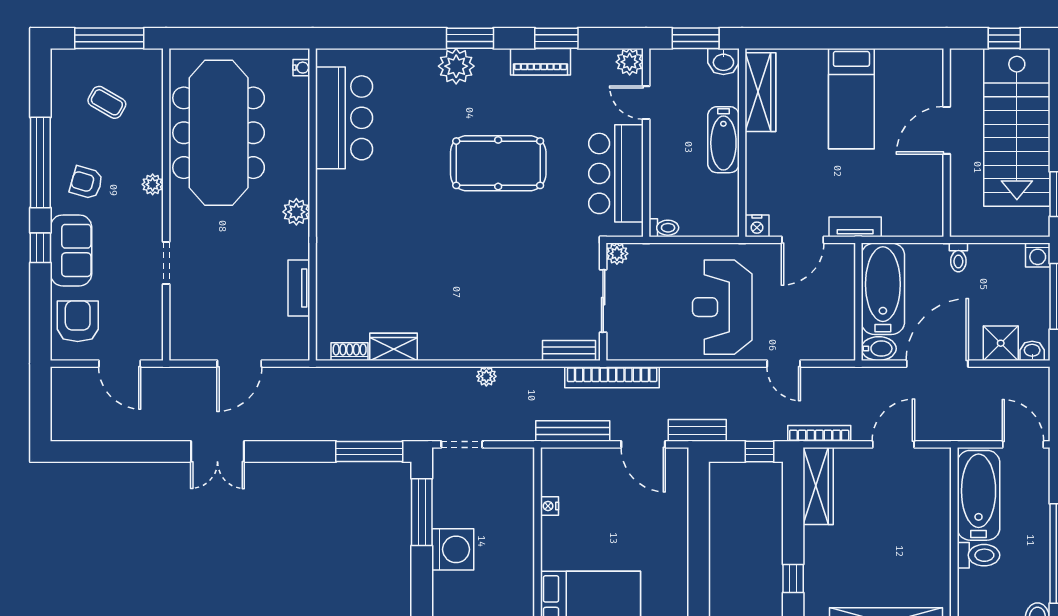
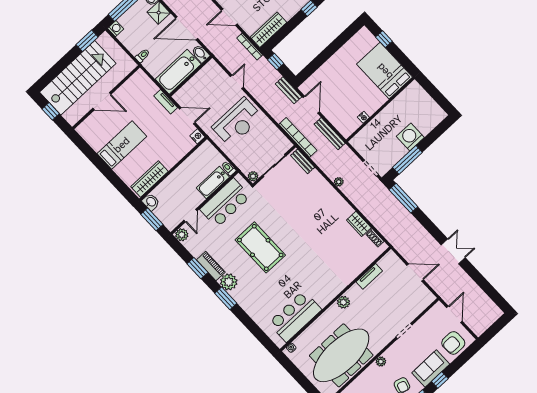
plant: (456, 66) -> (229, 282), moved
bathtub: (723, 140) -> (213, 183), moved, turned 180

